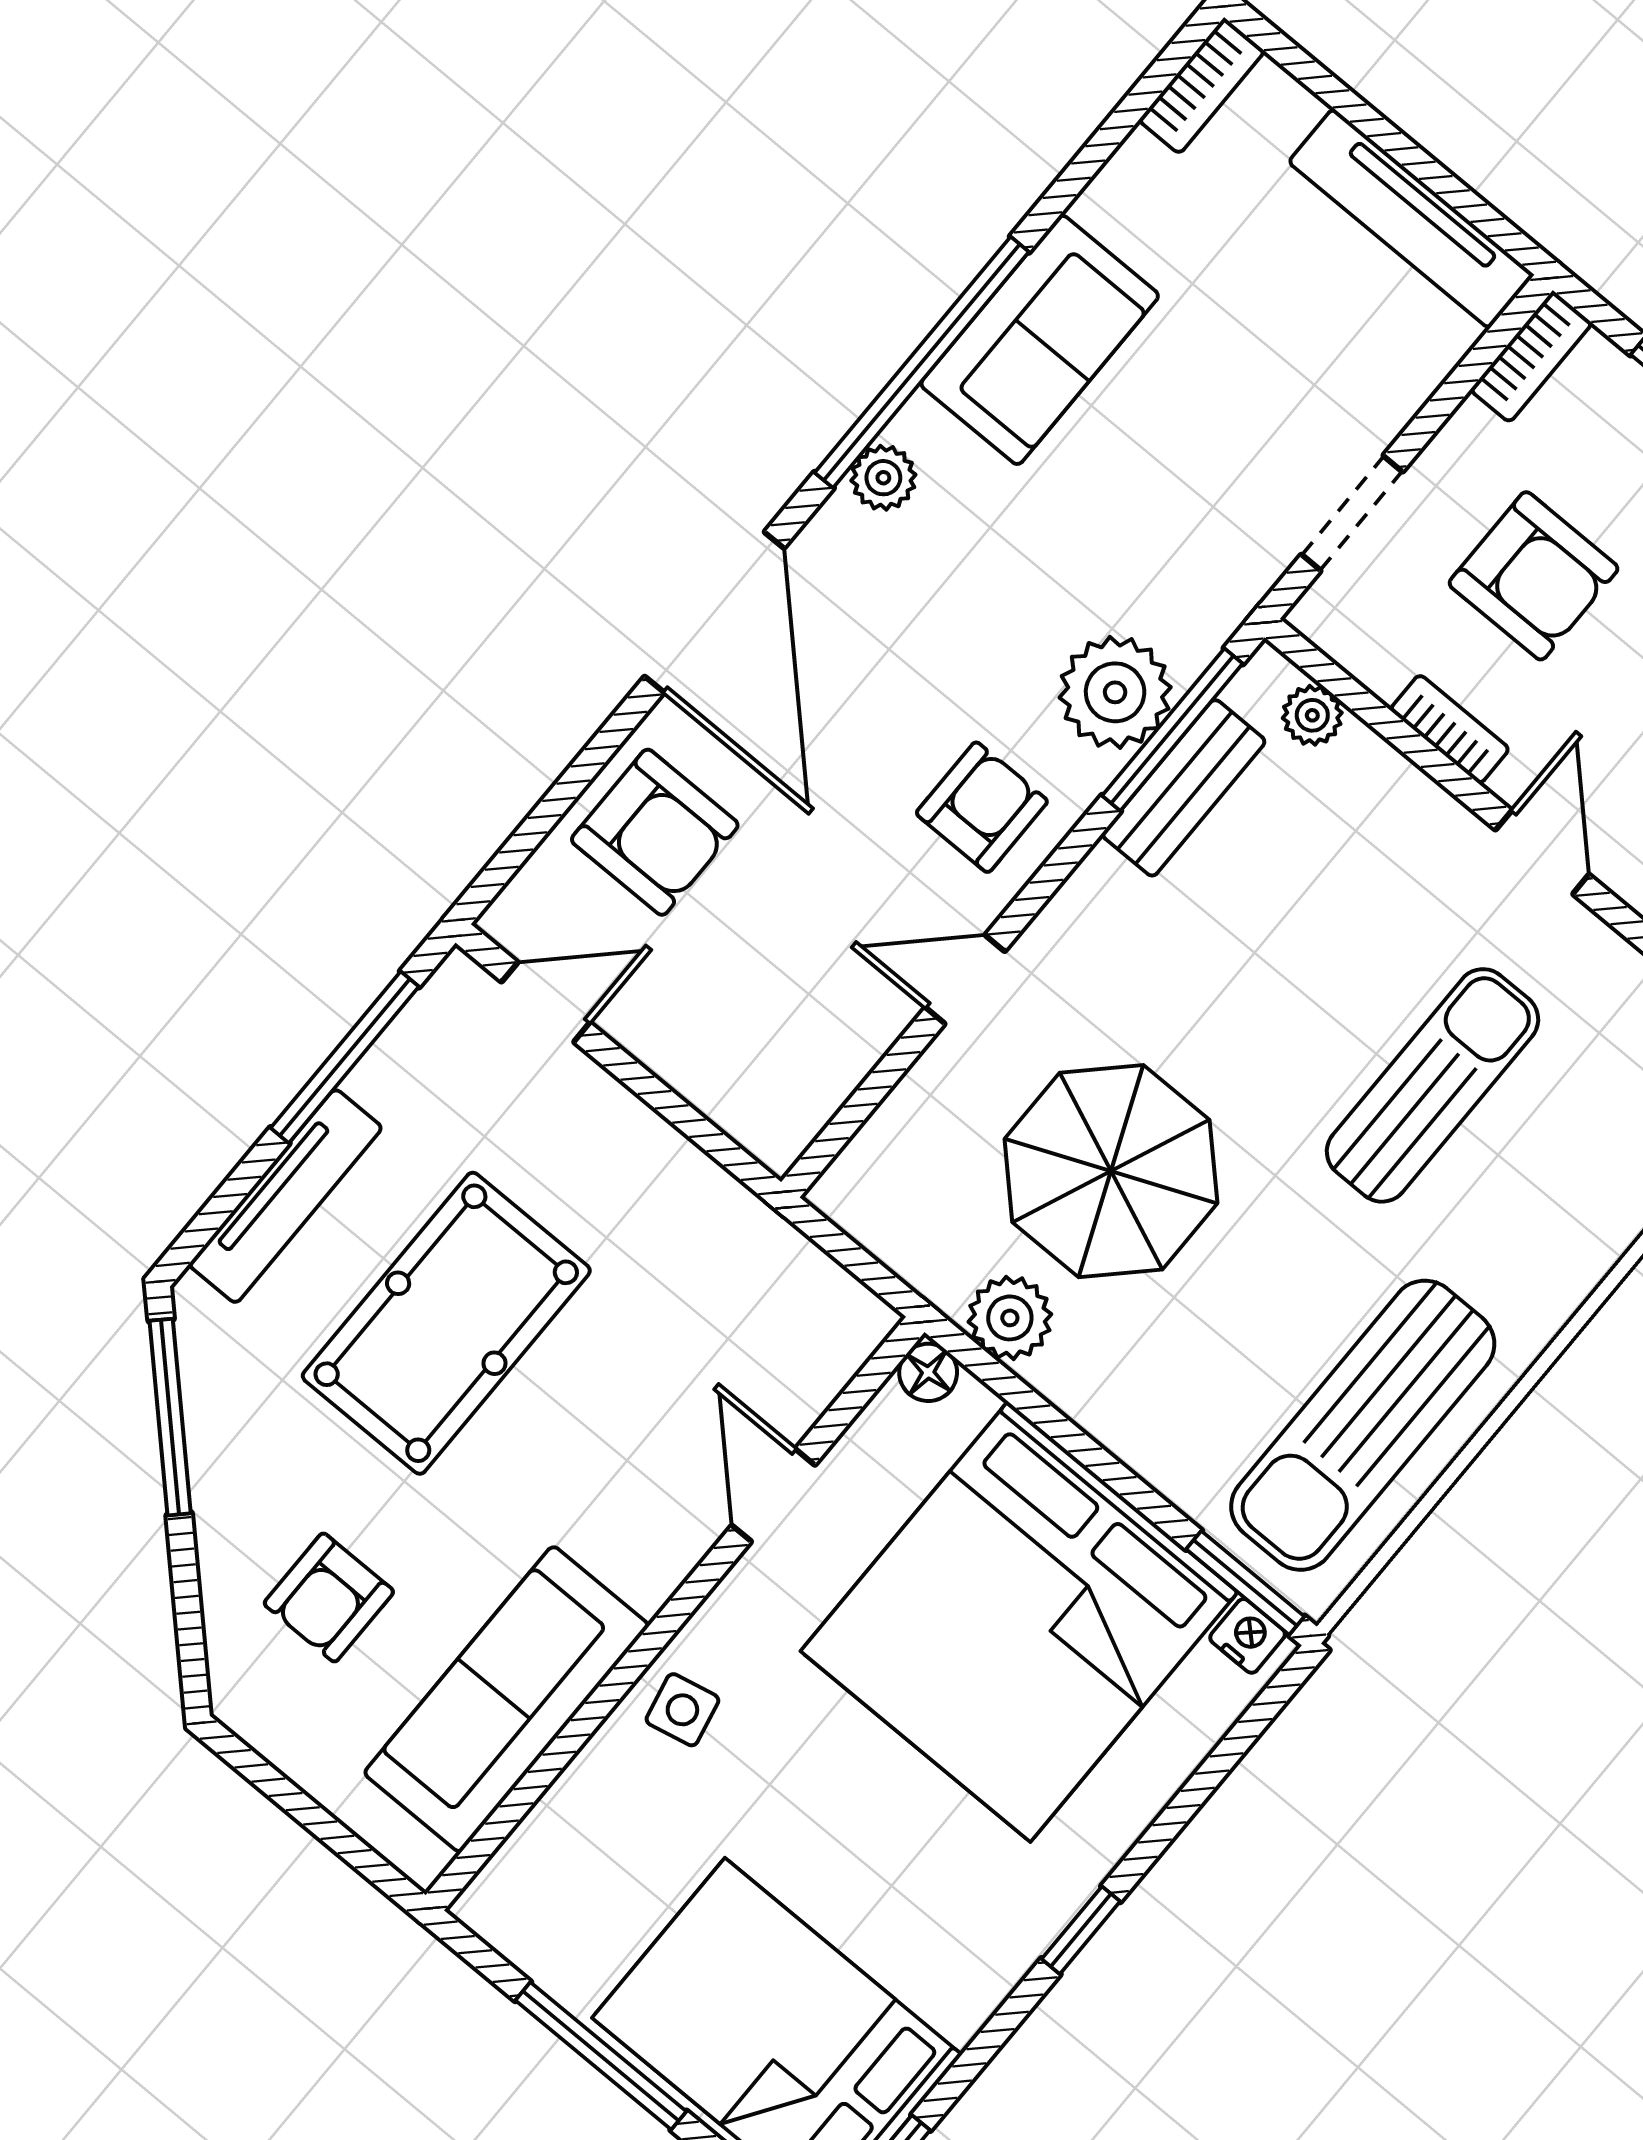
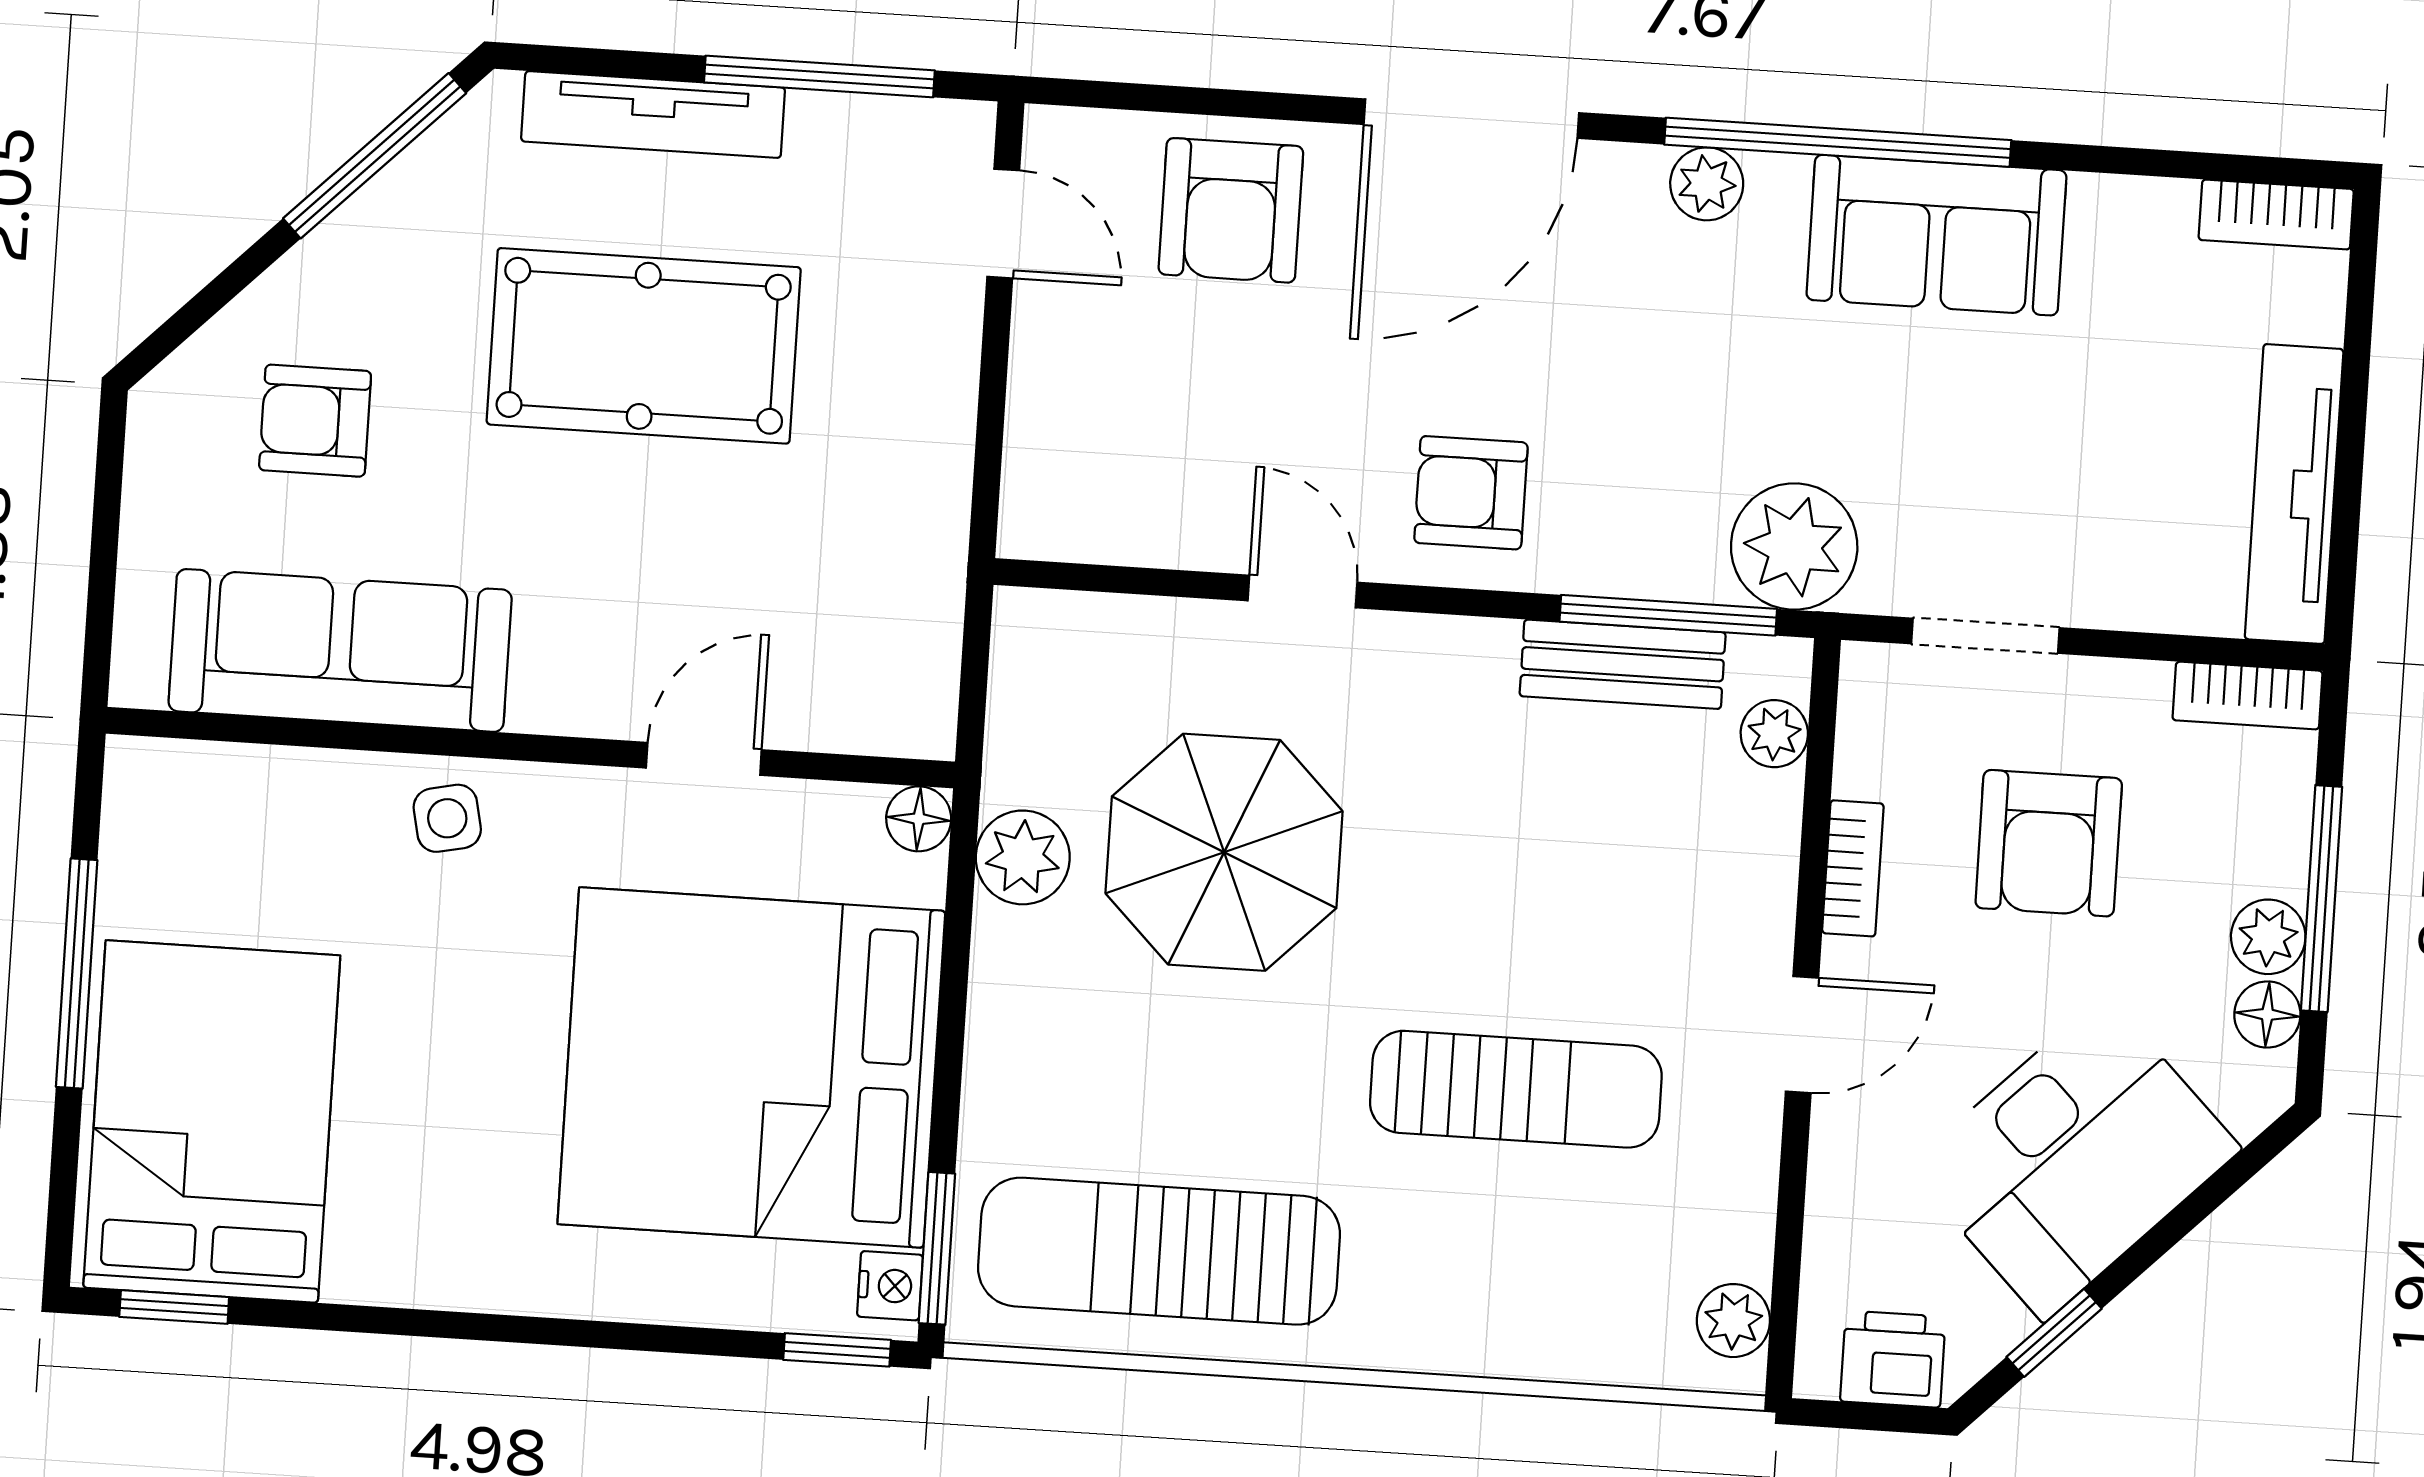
plant: (1115, 692) -> (1794, 546), moved
armchair: (982, 807) -> (1471, 493), turned 180
window: (1081, 1930) -> (837, 1350), moved

